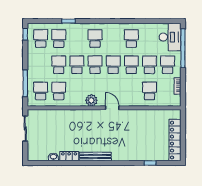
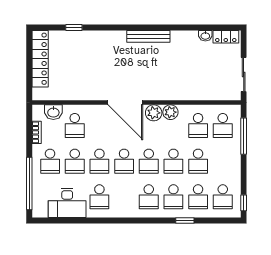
desk: (170, 37) -> (67, 203), moved, turned -90
school desk: (77, 39) -> (173, 197), added
plant: (79, 101) -> (170, 112), added
washbasin: (165, 101) -> (53, 112), added
door: (112, 108) -> (125, 103), width x1.87
locker: (69, 156) -> (226, 37), moved

